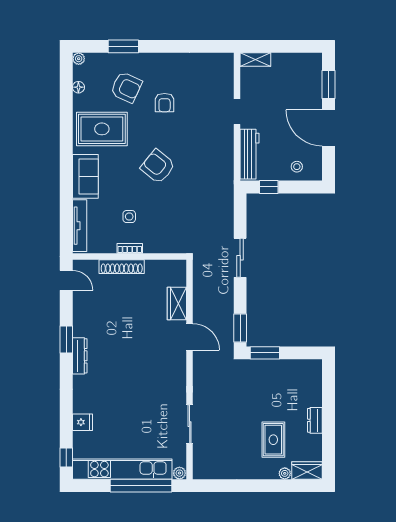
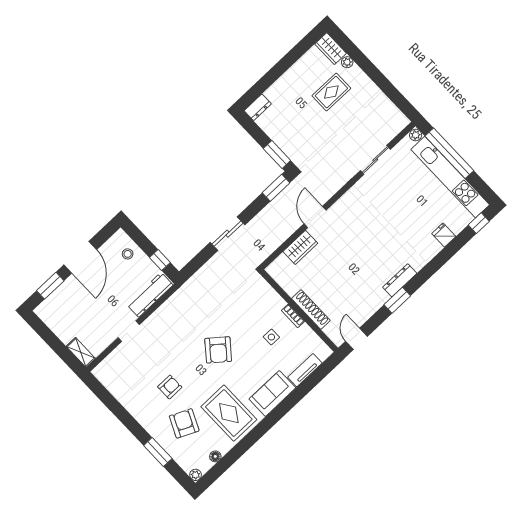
tv unit: (80, 226) -> (305, 370), width x0.71
dresser: (315, 420) -> (258, 107), moved

